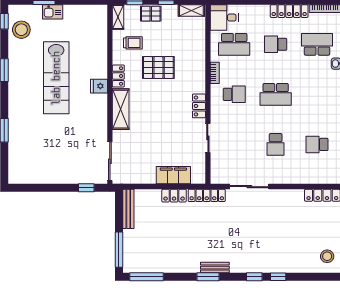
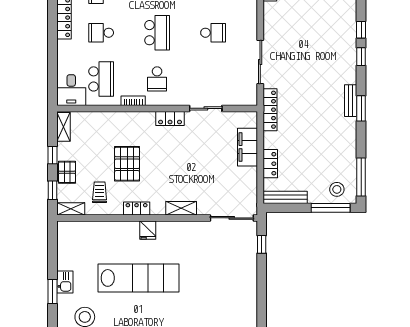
school desk: (276, 44) -> (101, 33), turned 90
school desk: (234, 94) -> (157, 79), turned 180
shelving: (121, 109) -> (181, 208), width x0.67, depth x0.75
locker: (174, 196) -> (270, 164), moved
stool: (135, 255) -> (337, 189), added

